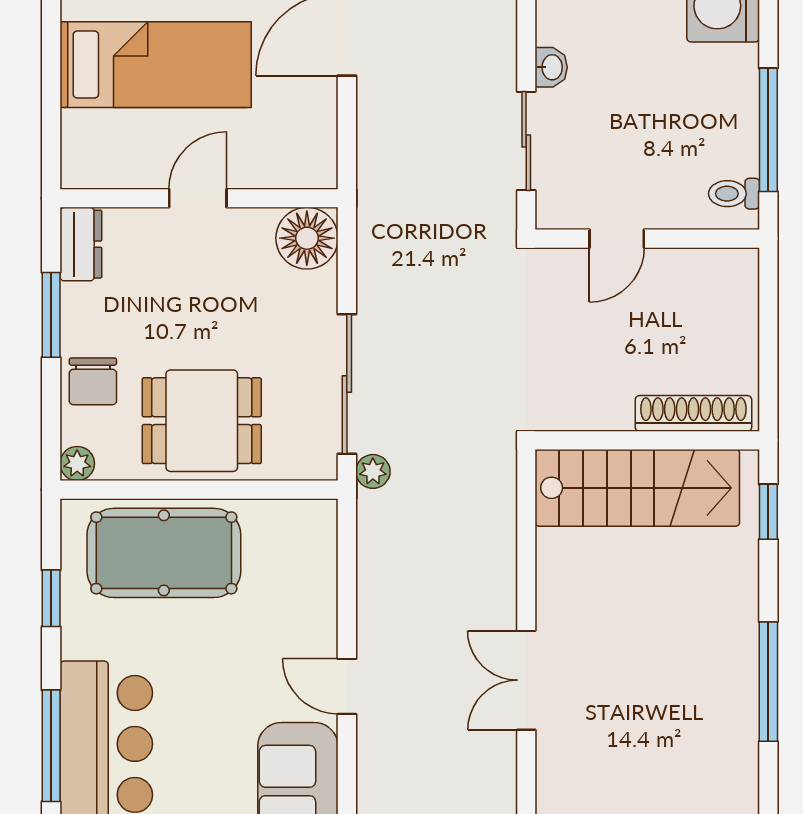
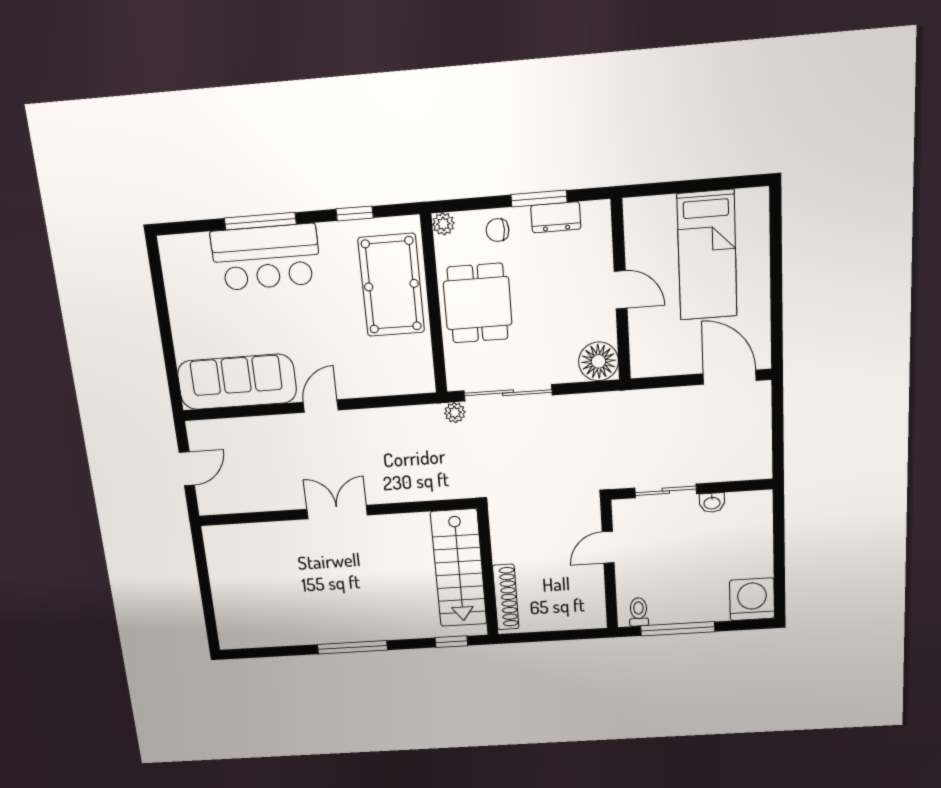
door: (617, 239) -> (608, 547), hinge flipped
dresser: (81, 244) -> (556, 217), moved
chair: (93, 381) -> (498, 230), width x0.73, depth x0.73

